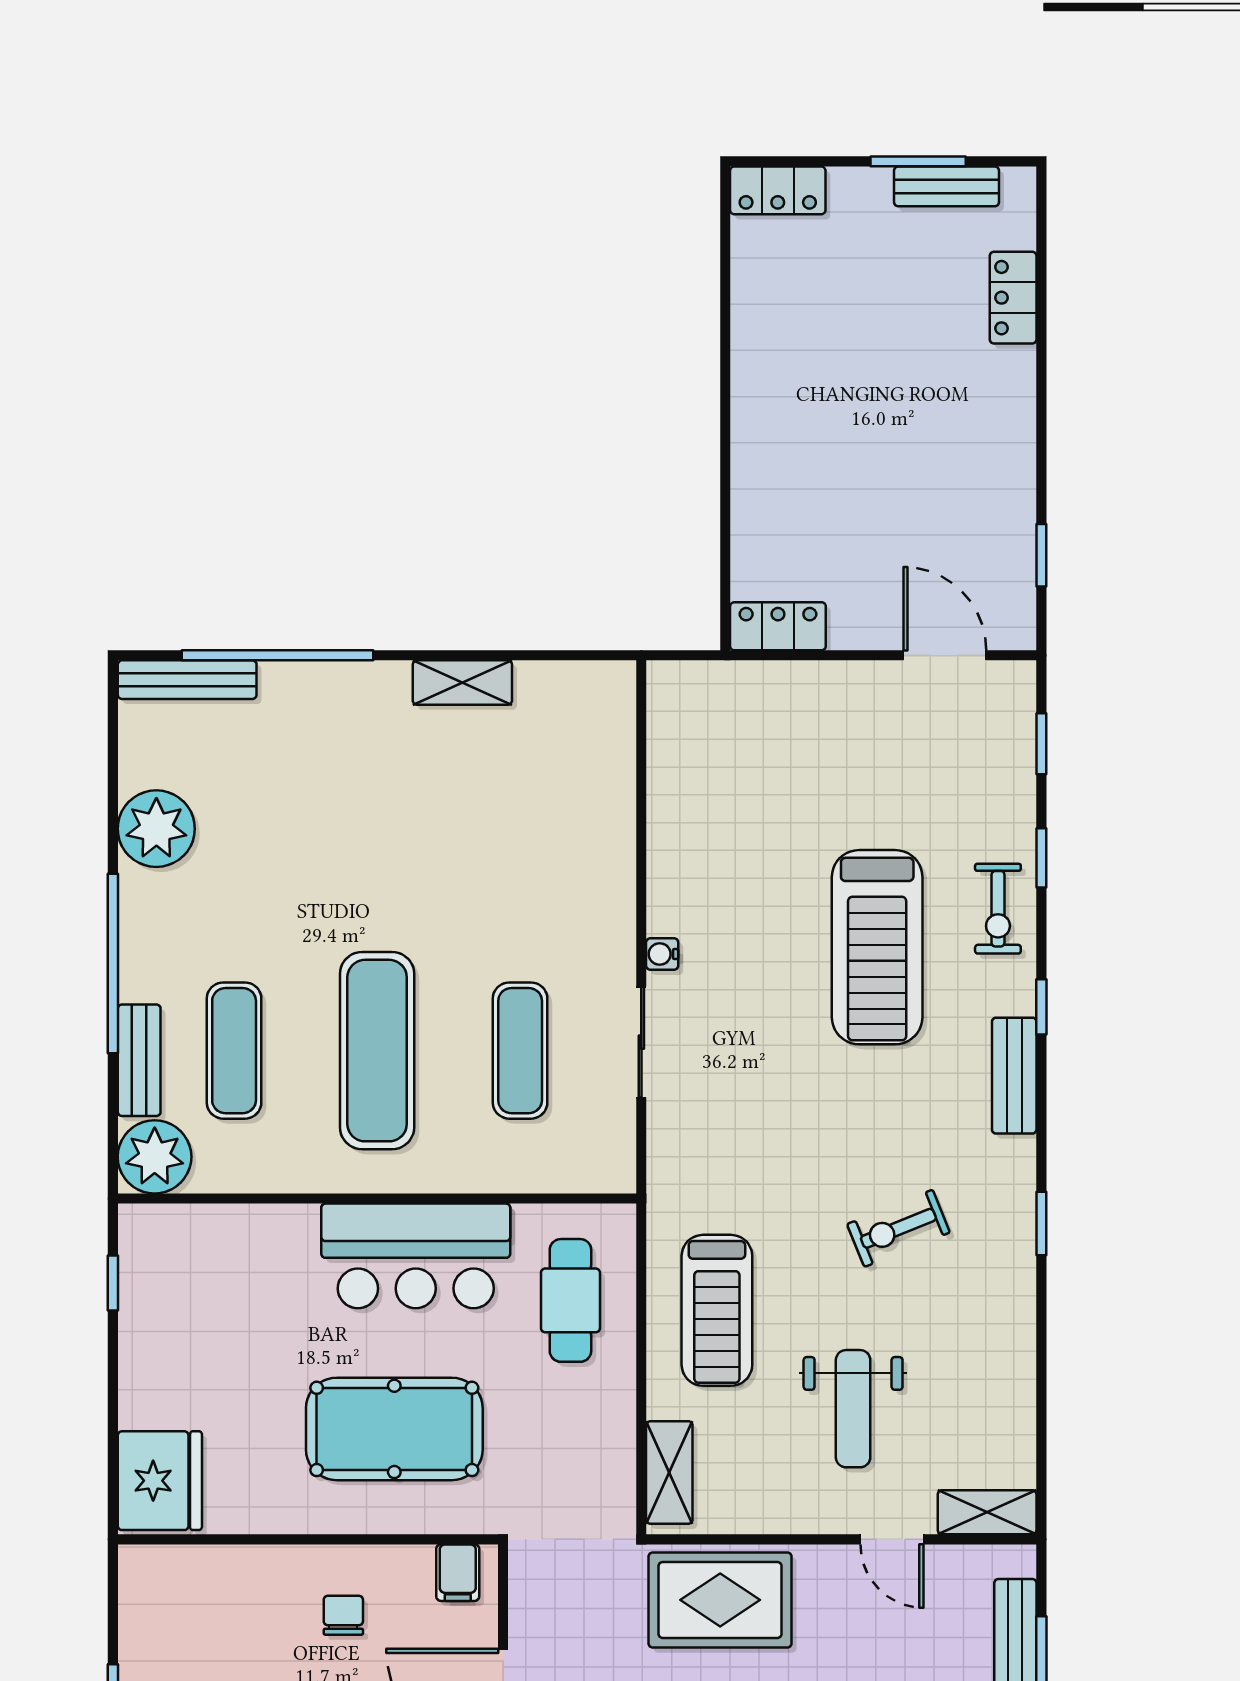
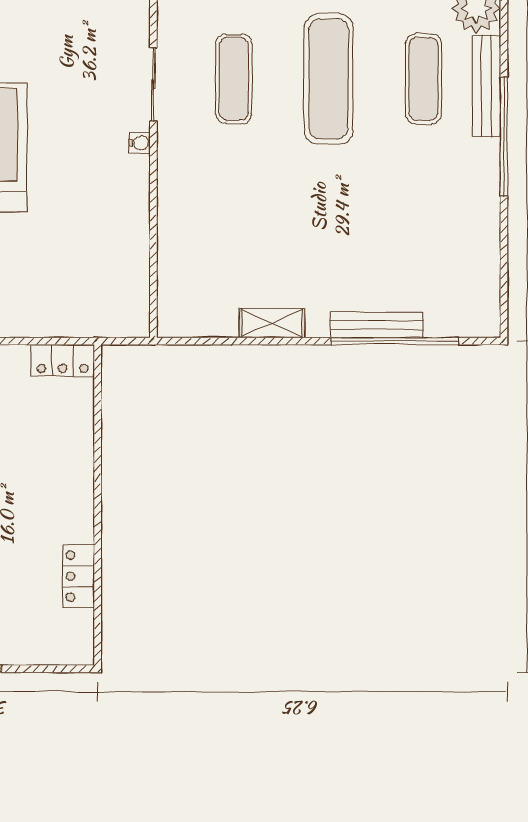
locker: (778, 190) -> (78, 576), moved, turned -90
bench: (187, 680) -> (377, 325), moved
plant: (156, 829) -> (475, 226), removed
bench: (139, 1060) -> (486, 86), width x1.36

